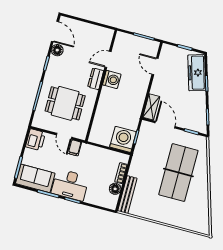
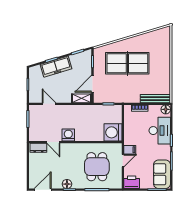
floor lamp: (57, 50) -> (67, 184), moved
door: (155, 66) -> (49, 104), swing flipped
freezer: (197, 73) -> (56, 67), moved
dresser: (96, 79) -> (38, 148), moved
washing machine: (123, 139) -> (113, 132), moved
desk: (70, 185) -> (160, 131), moved
floor lamp: (115, 189) -> (166, 109), moved

